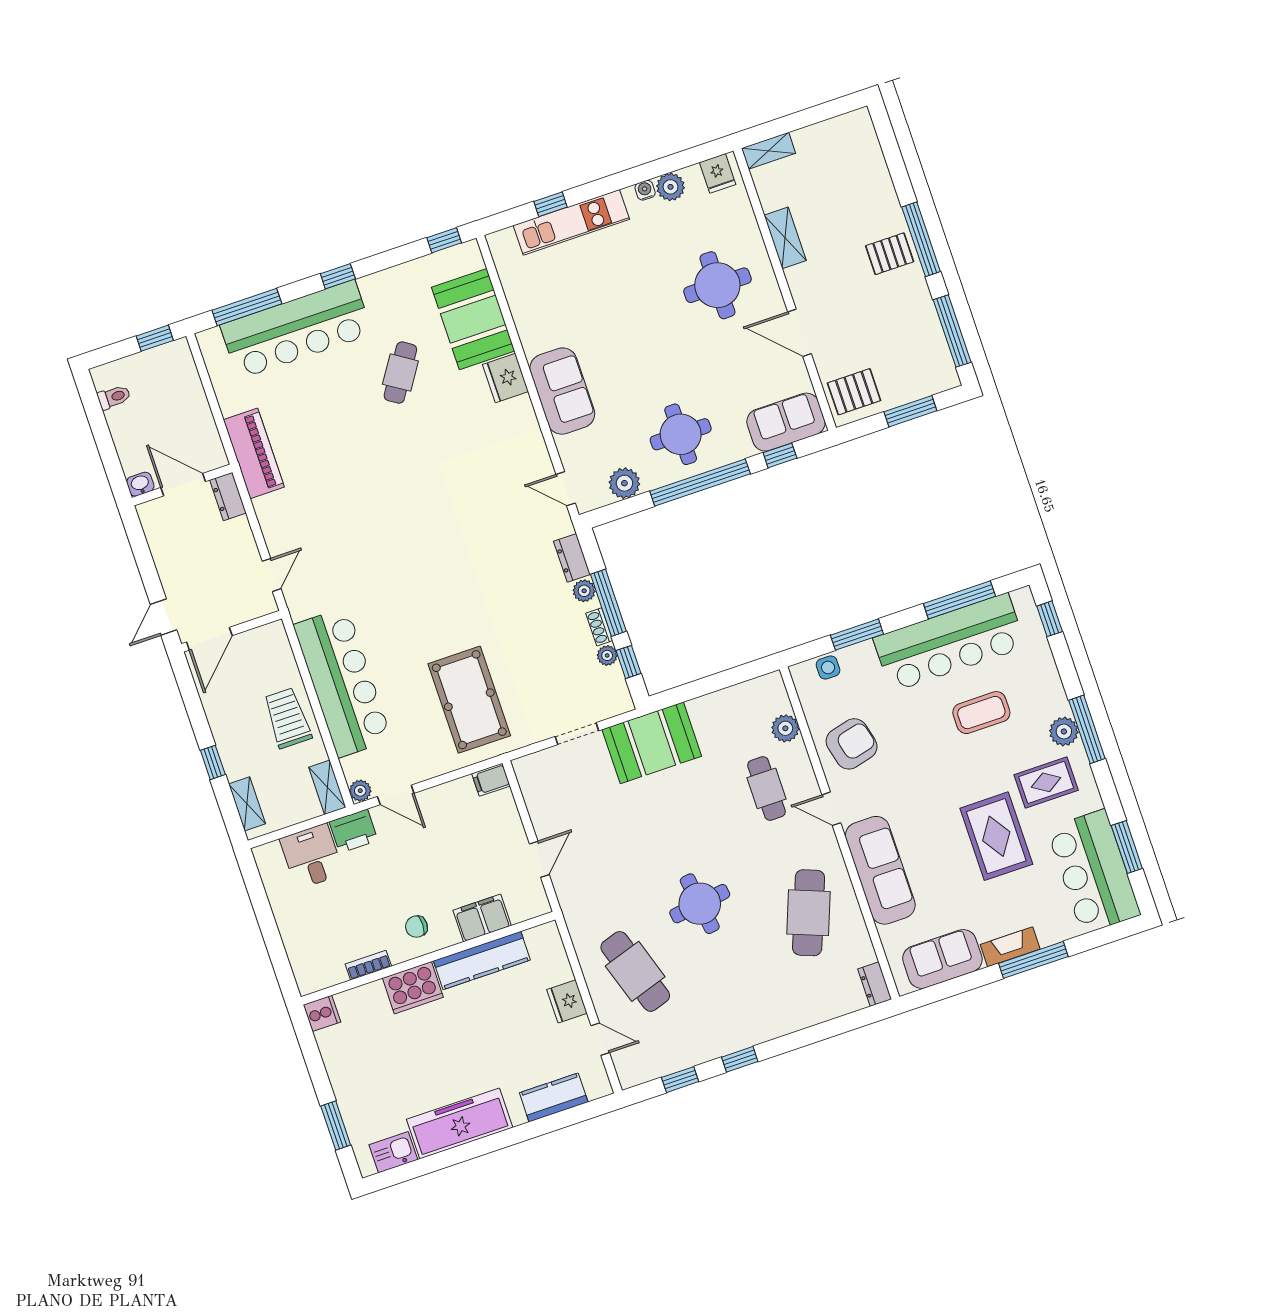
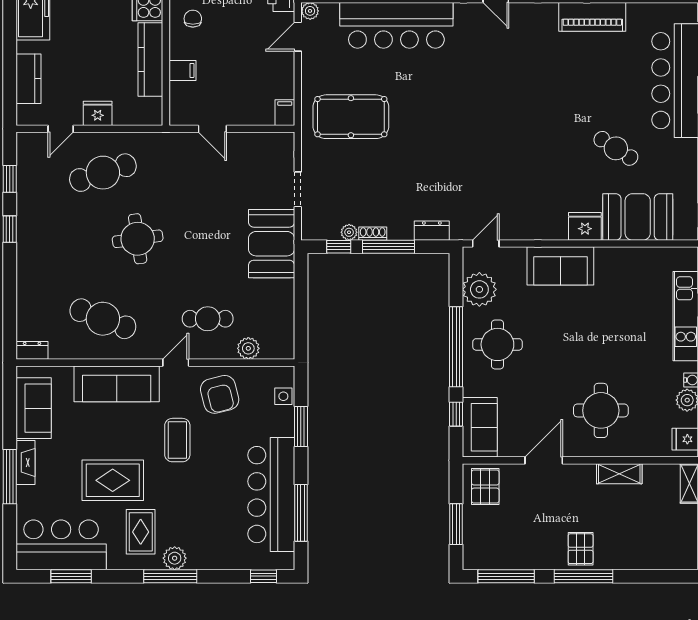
plant: (624, 483) -> (479, 289), width x1.36, depth x1.36
plant: (584, 591) -> (404, 231), removed
coffee table: (981, 713) -> (177, 440), moved
filing cabinet: (482, 918) -> (183, 70), width x0.50

